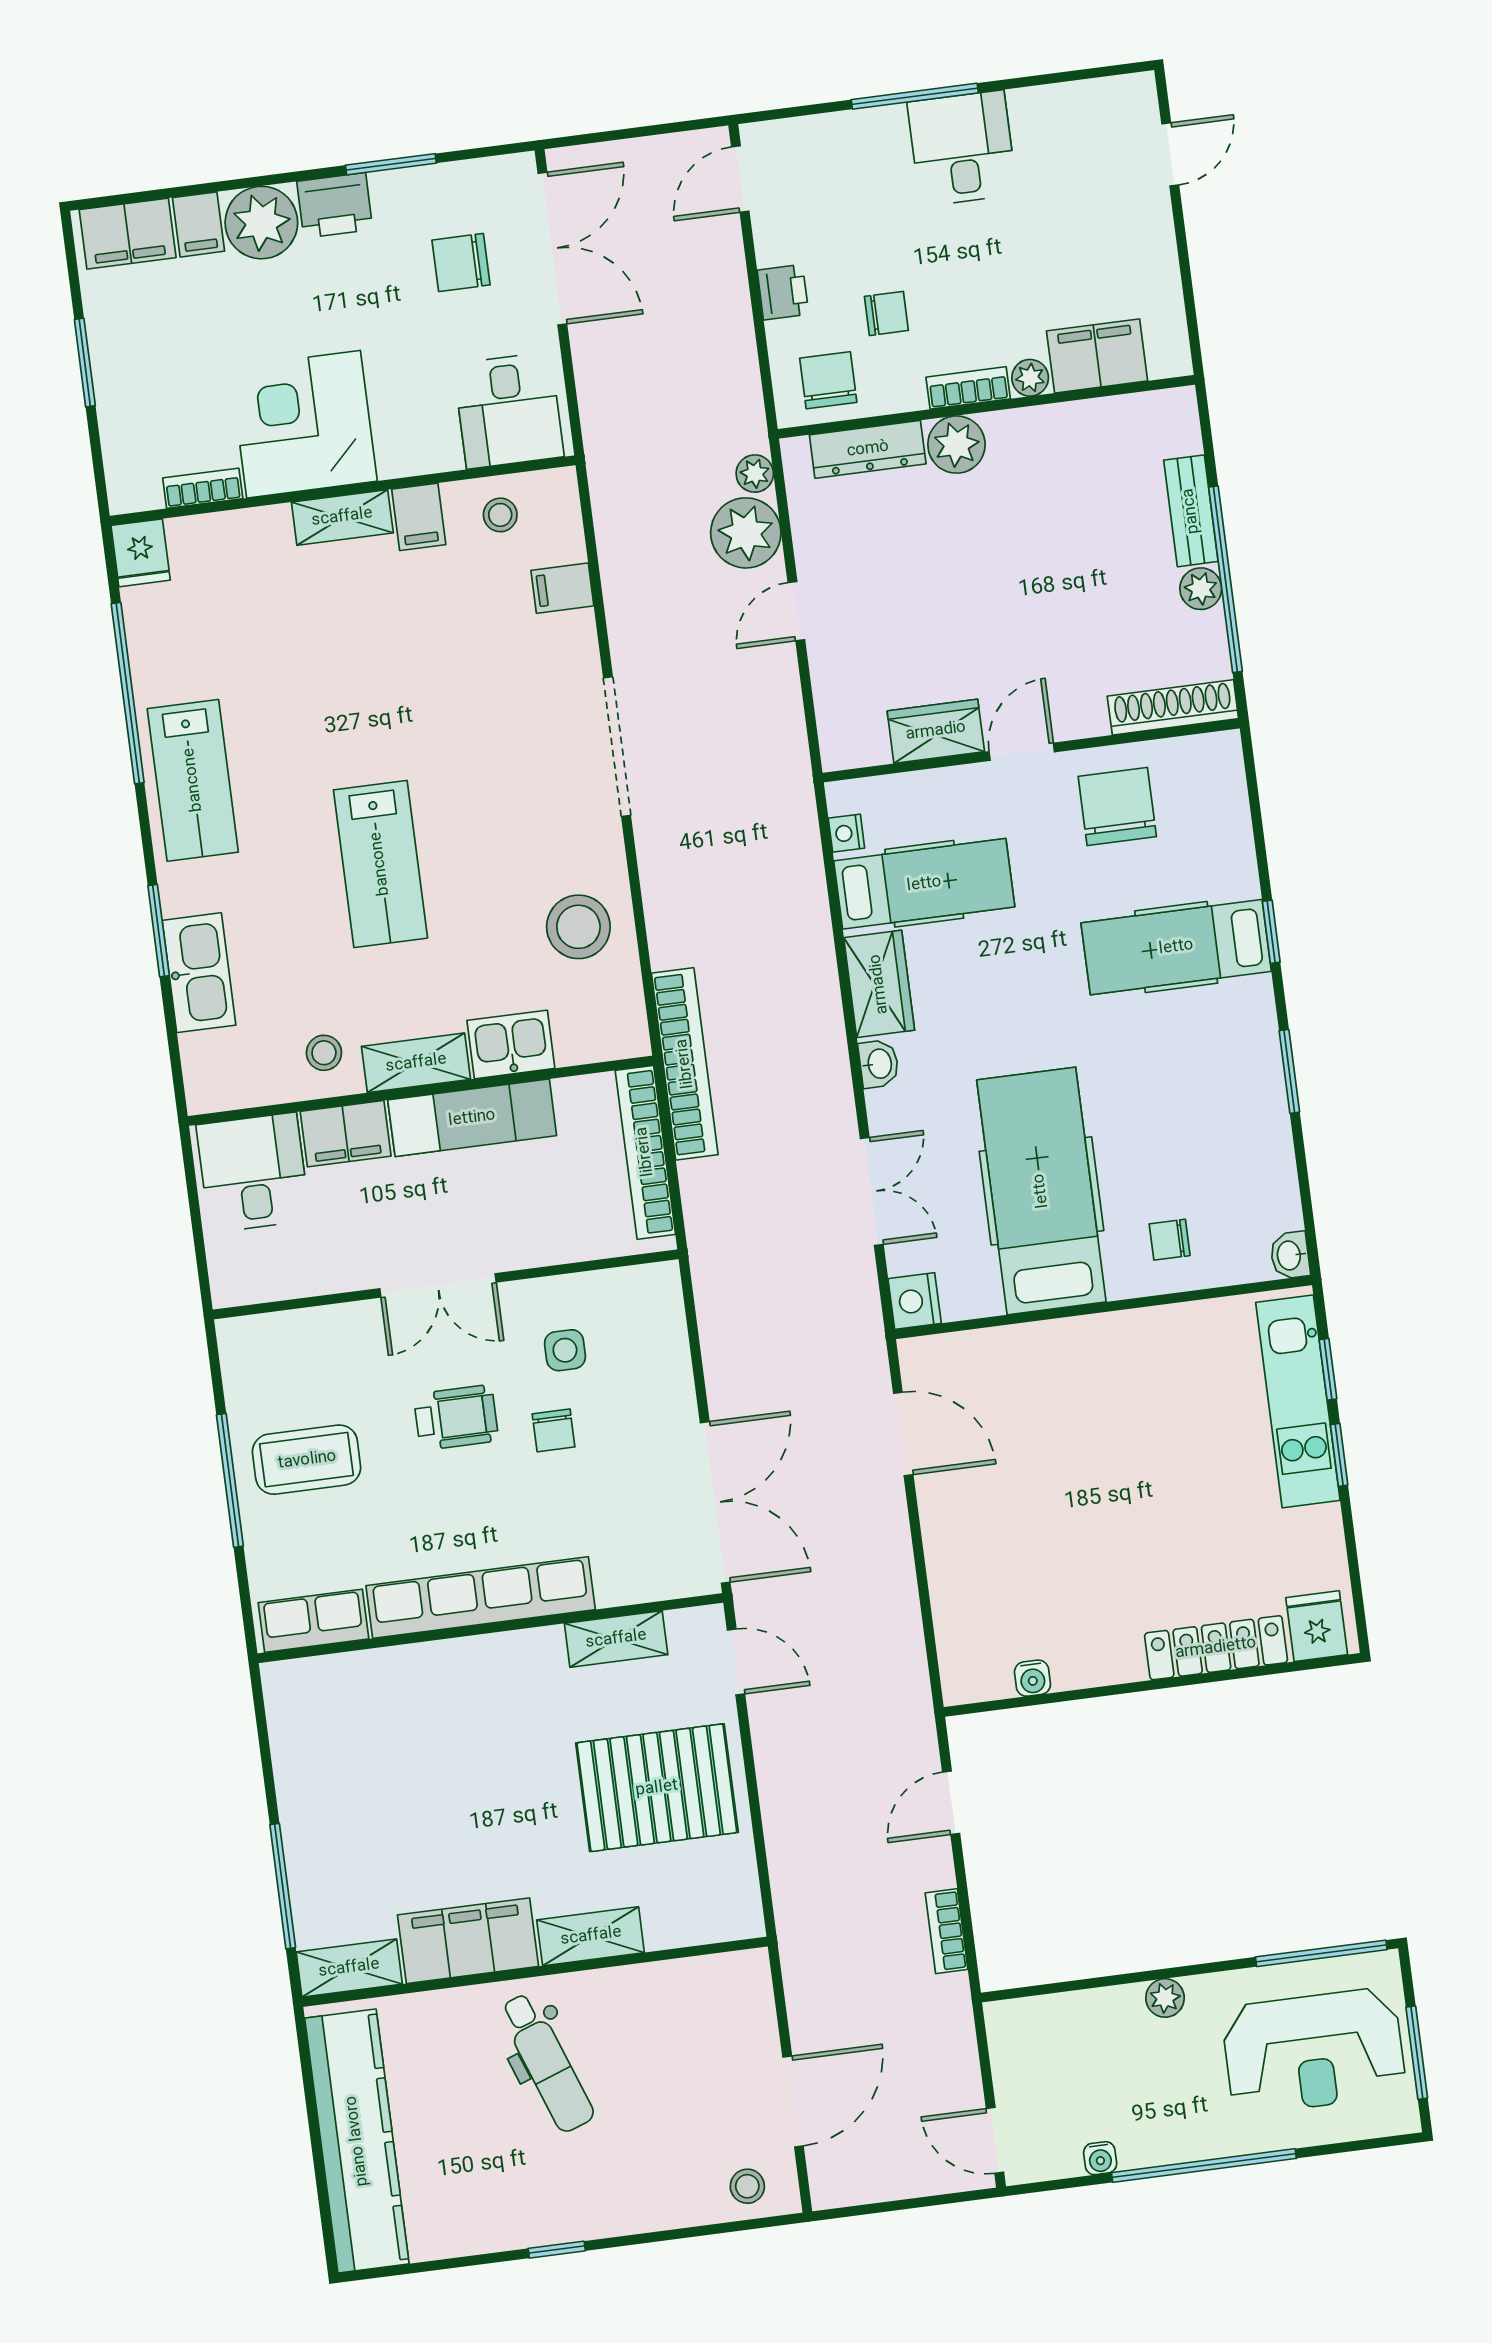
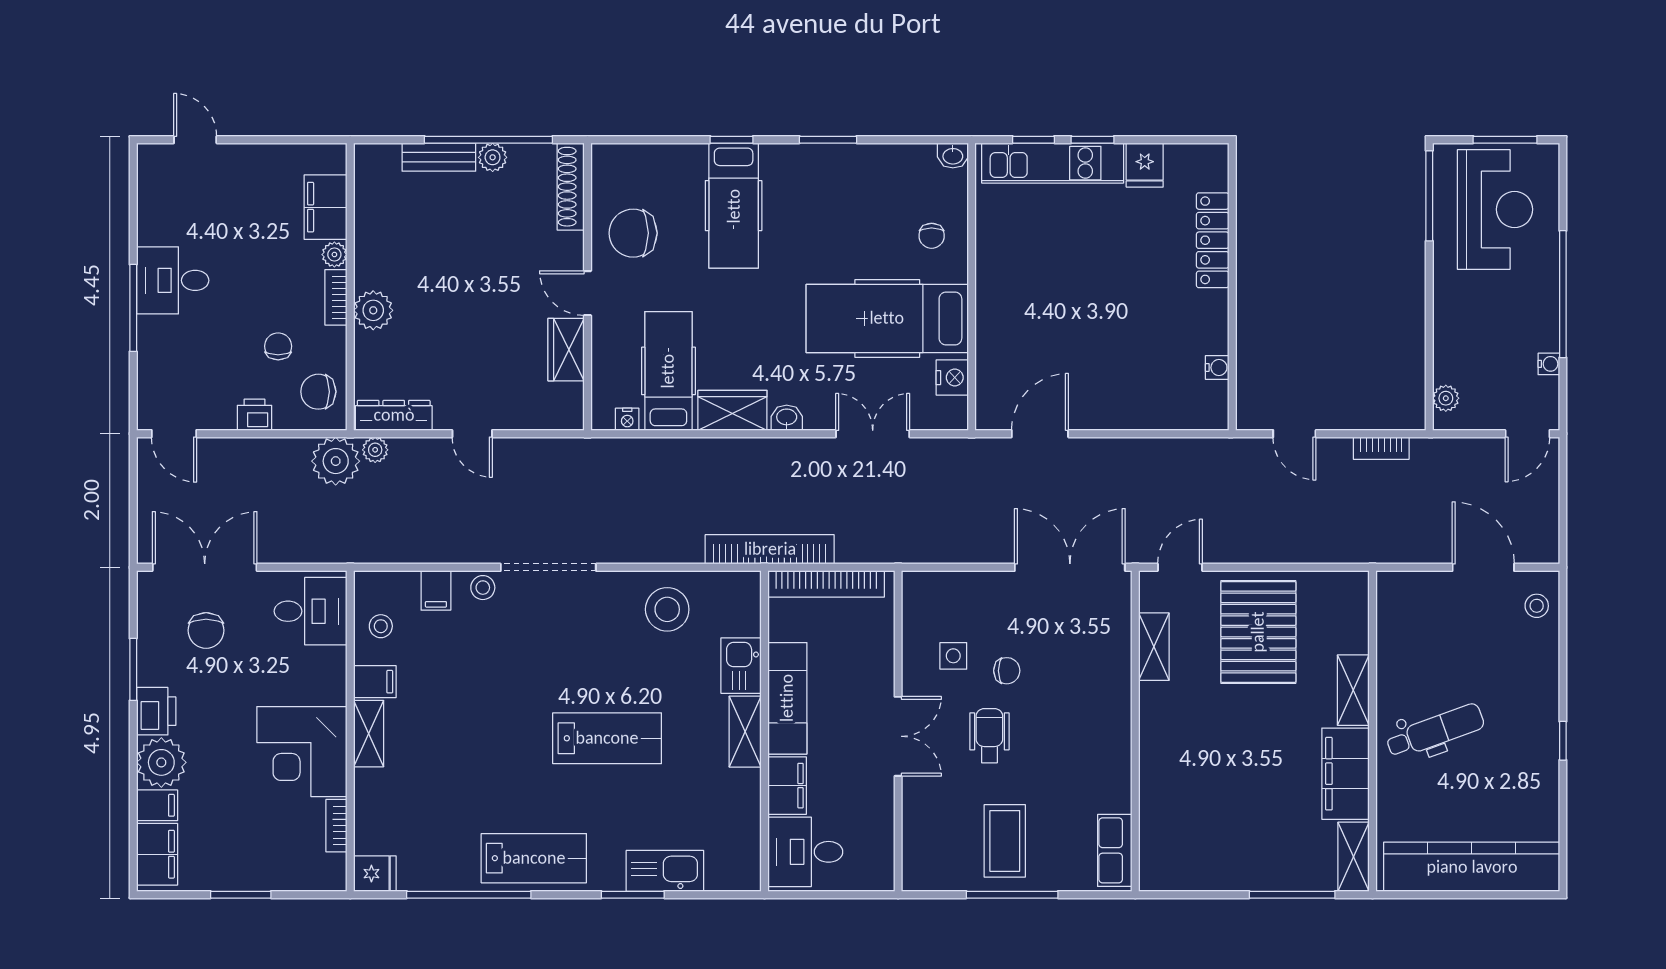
dresser: (868, 449) -> (394, 415), moved, turned -90
plant: (746, 533) -> (336, 461), moved
stool: (324, 1053) -> (483, 588), moved
nightstand: (915, 1301) -> (952, 378), moved, turned -90
row of seats: (481, 1598) -> (1114, 735), removed
fridge: (1317, 1626) -> (1145, 165), moved, turned -90
plant: (1165, 1998) -> (1446, 398), moved

